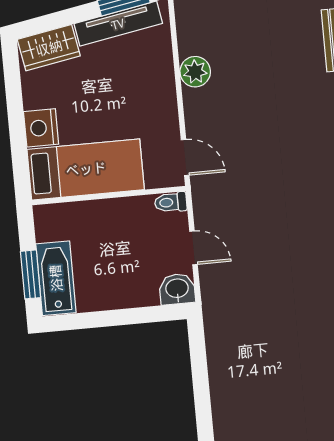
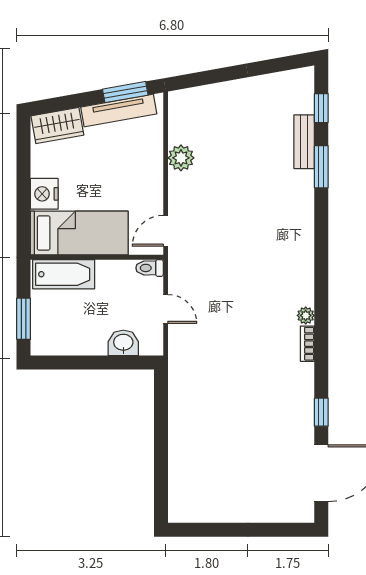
door: (185, 158) -> (166, 231), swing flipped
bathtub: (56, 278) -> (64, 274), moved, turned 90
washbasin: (177, 289) -> (123, 343), moved

